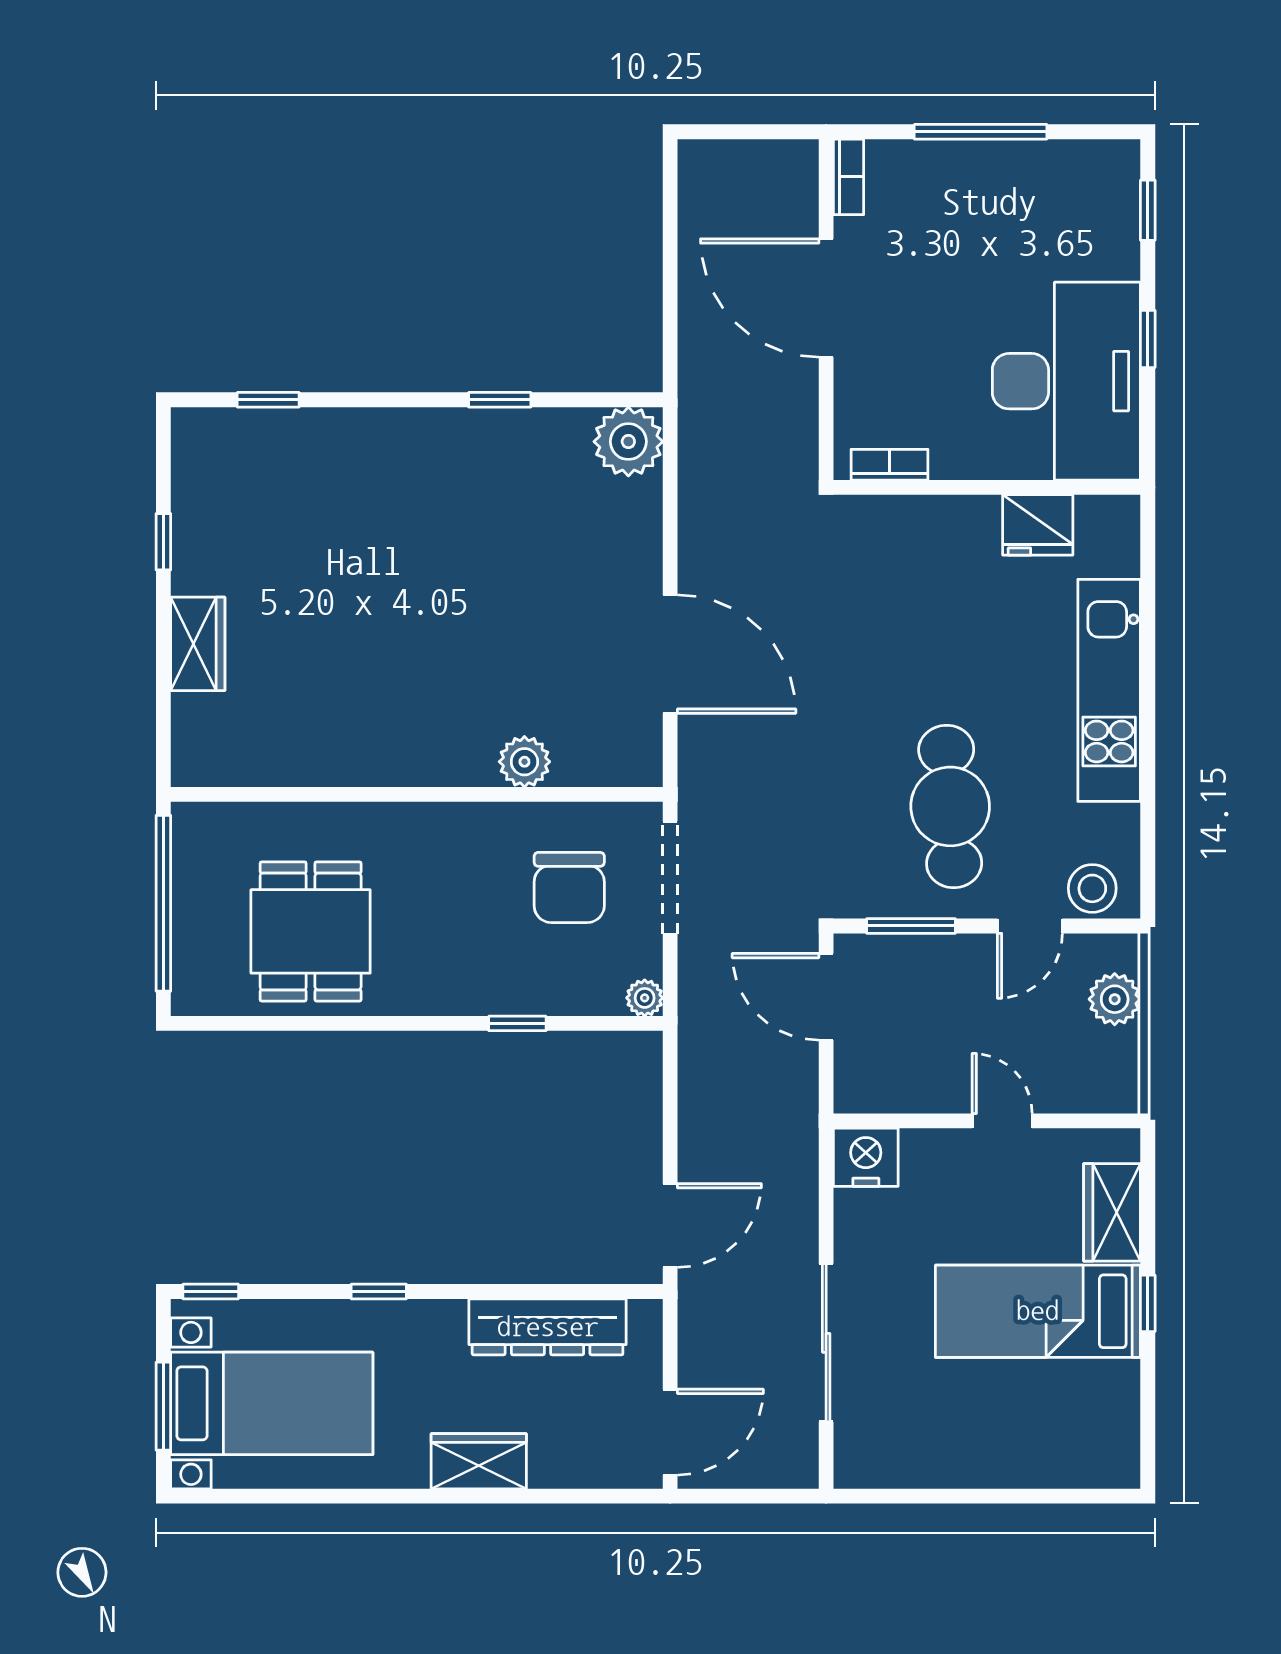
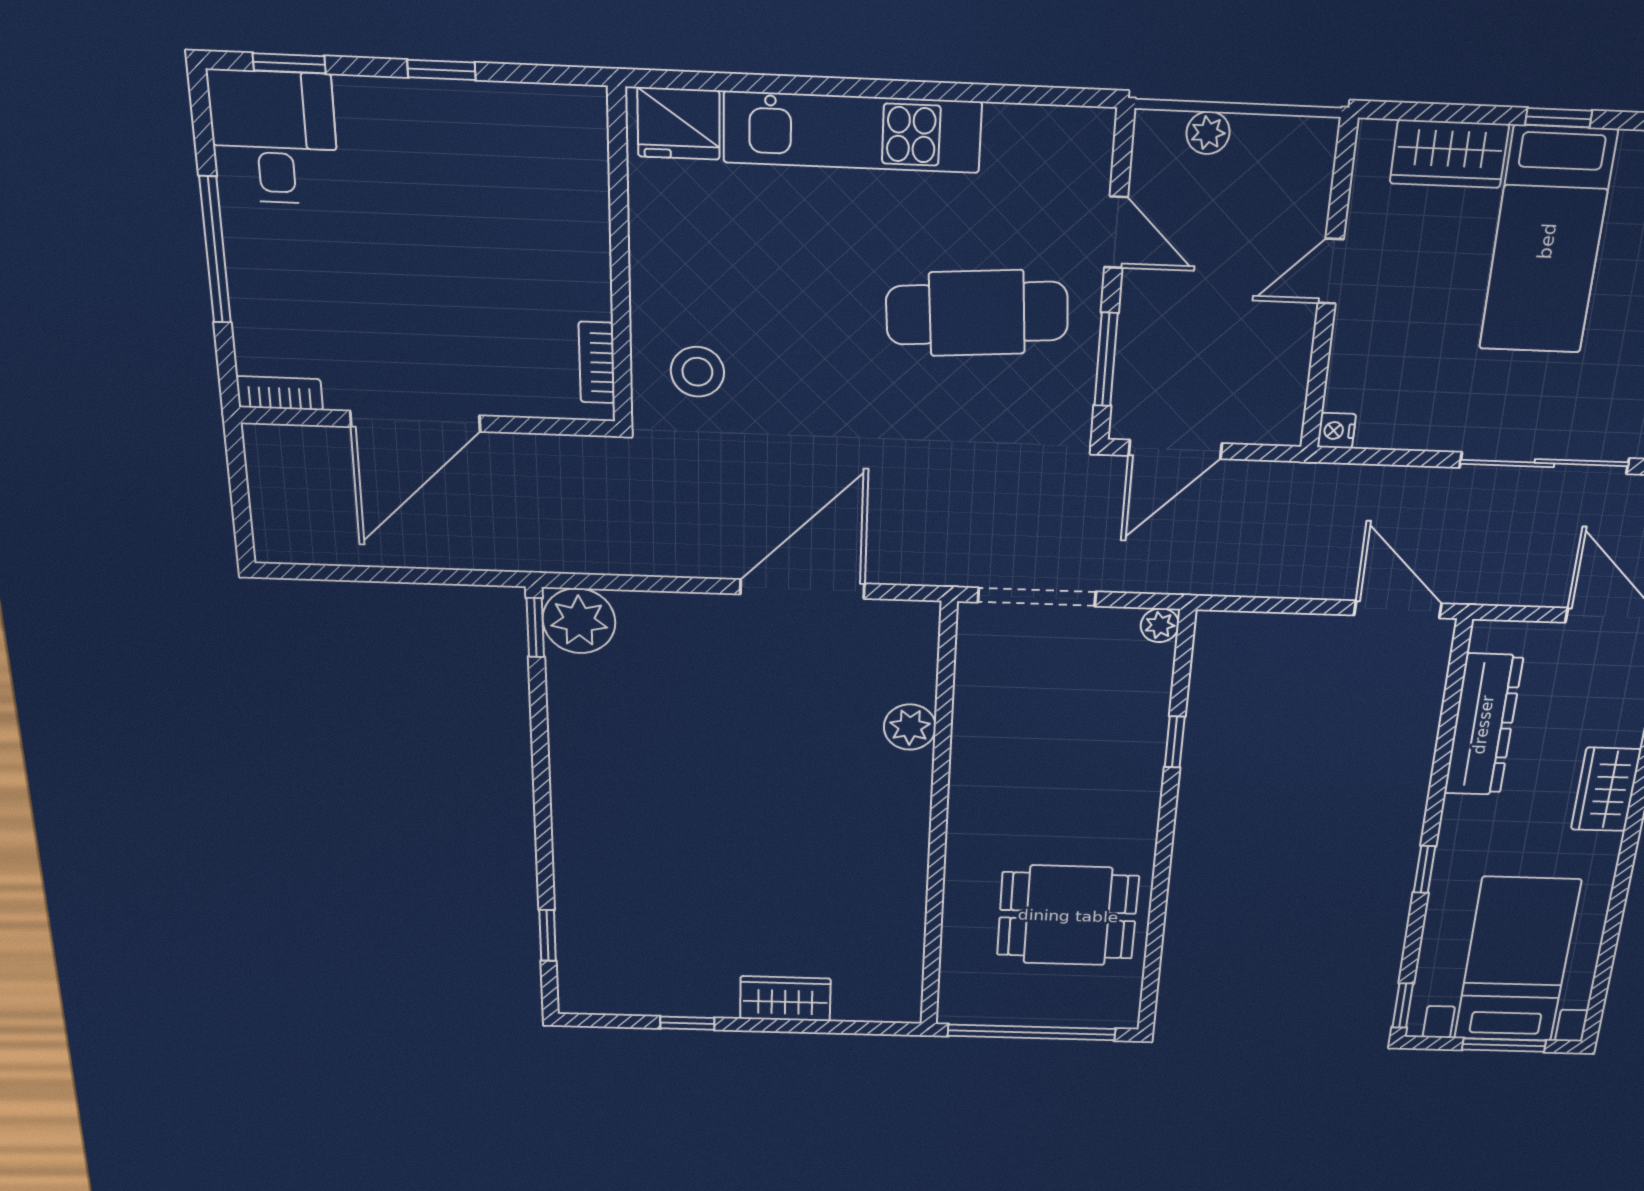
desk: (1066, 381) -> (274, 137), moved, width x0.53, depth x0.77
window: (500, 400) -> (535, 627), moved
fridge: (1038, 525) -> (679, 124), moved, turned 90
chair: (569, 887) -> (1040, 691), removed
stool: (1092, 888) -> (697, 372), moved
plant: (1115, 999) -> (1208, 133), width x0.73, depth x0.73
nightstand: (866, 1157) -> (1336, 431), width x0.53, depth x0.56

